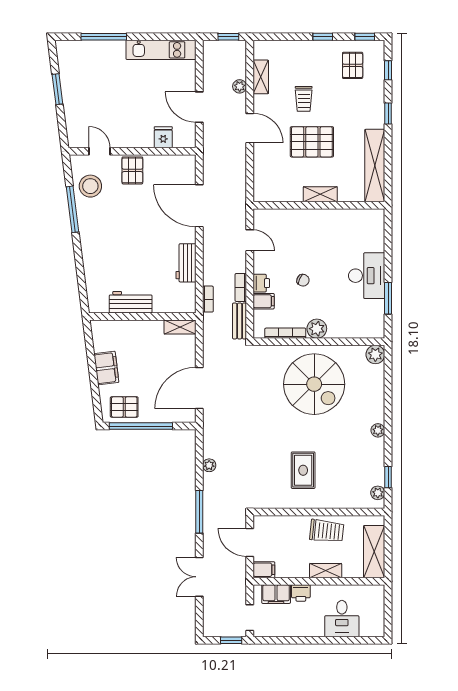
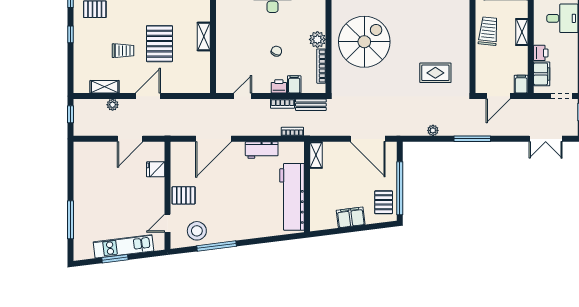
kitchen unit: (161, 50) -> (123, 246), moved, turned -97
workbench: (131, 302) -> (292, 197), width x1.88, depth x1.32
rug: (303, 470) -> (435, 73), moved
double door: (199, 577) -> (546, 139), moved

